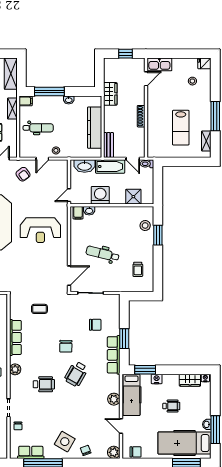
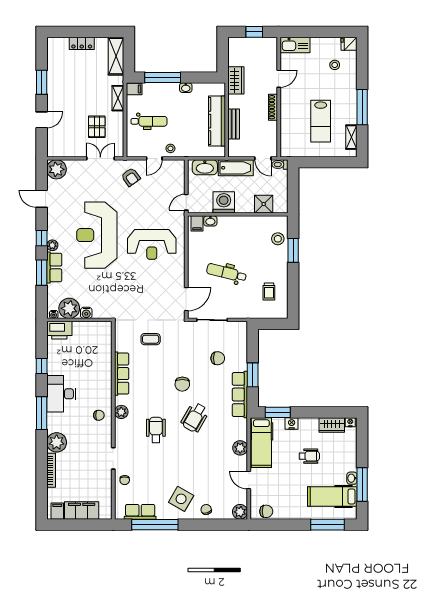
door: (146, 79) -> (279, 79), moved
bench: (109, 145) -> (234, 124), moved
wheelchair: (44, 384) -> (156, 430), turned -90
hospital bed: (185, 443) -> (332, 497), width x0.73, depth x0.78

